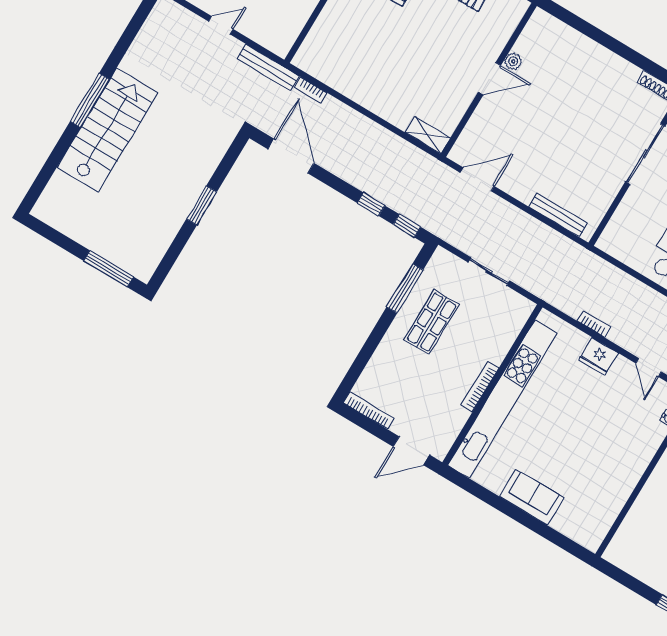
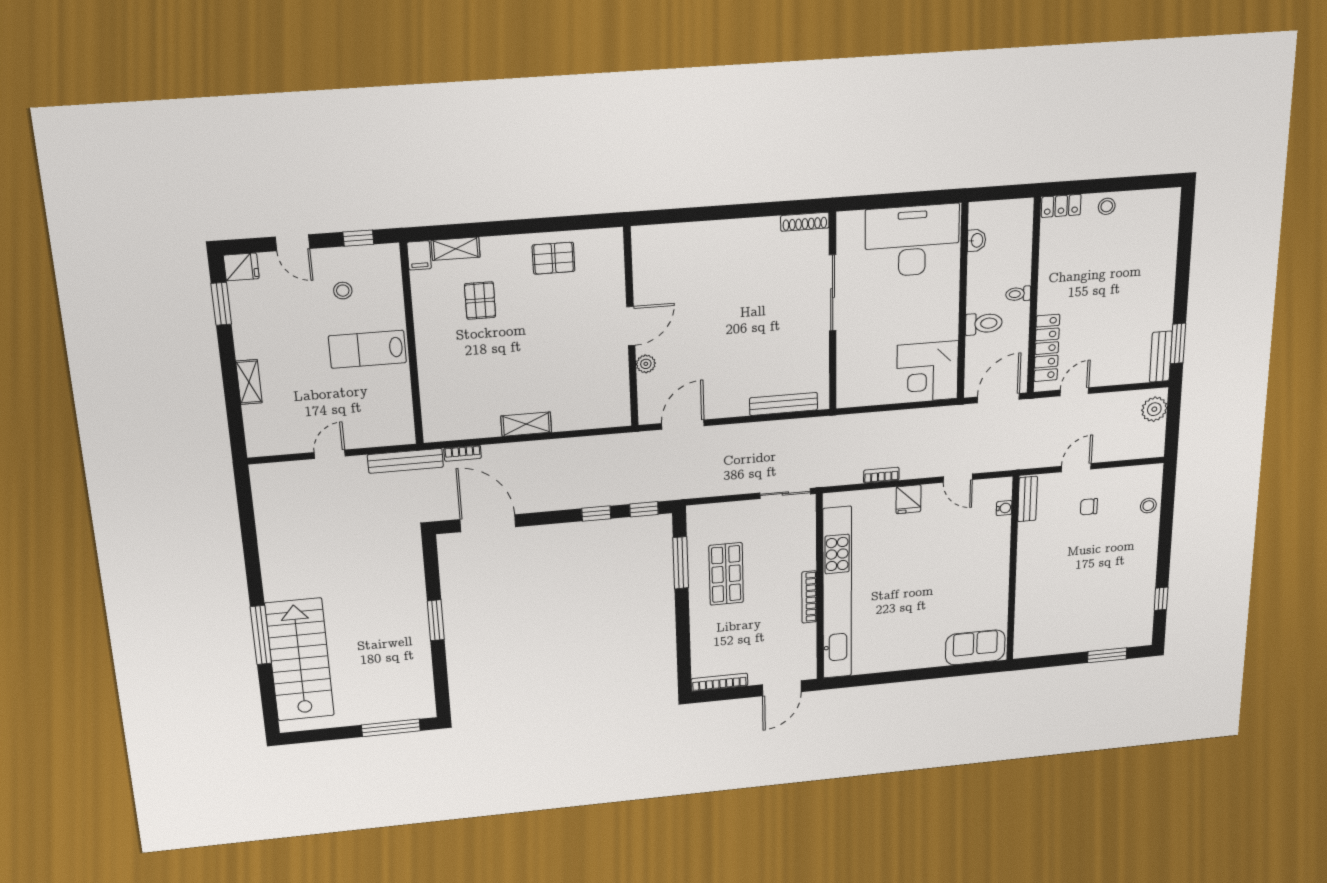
plant: (513, 61) -> (646, 364), moved
window: (90, 100) -> (261, 635), moved
stairs: (107, 130) -> (300, 660), moved
shelving: (428, 135) -> (526, 424), moved
sliding door: (489, 271) -> (785, 493), moved
fridge: (598, 356) -> (909, 499), width x0.72
sofa: (532, 497) -> (975, 647), moved

